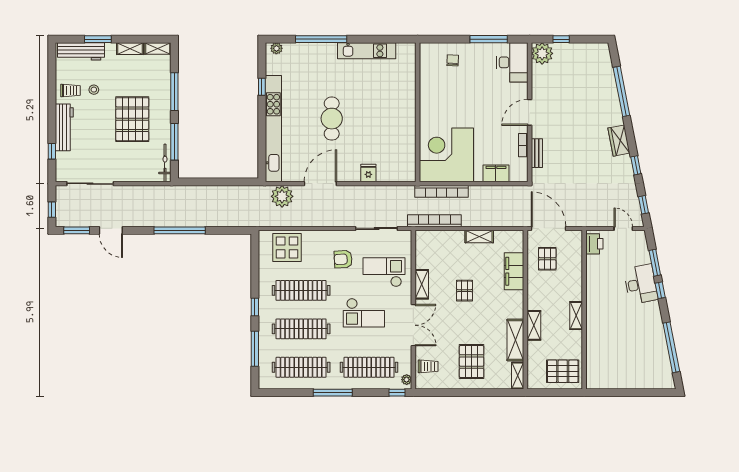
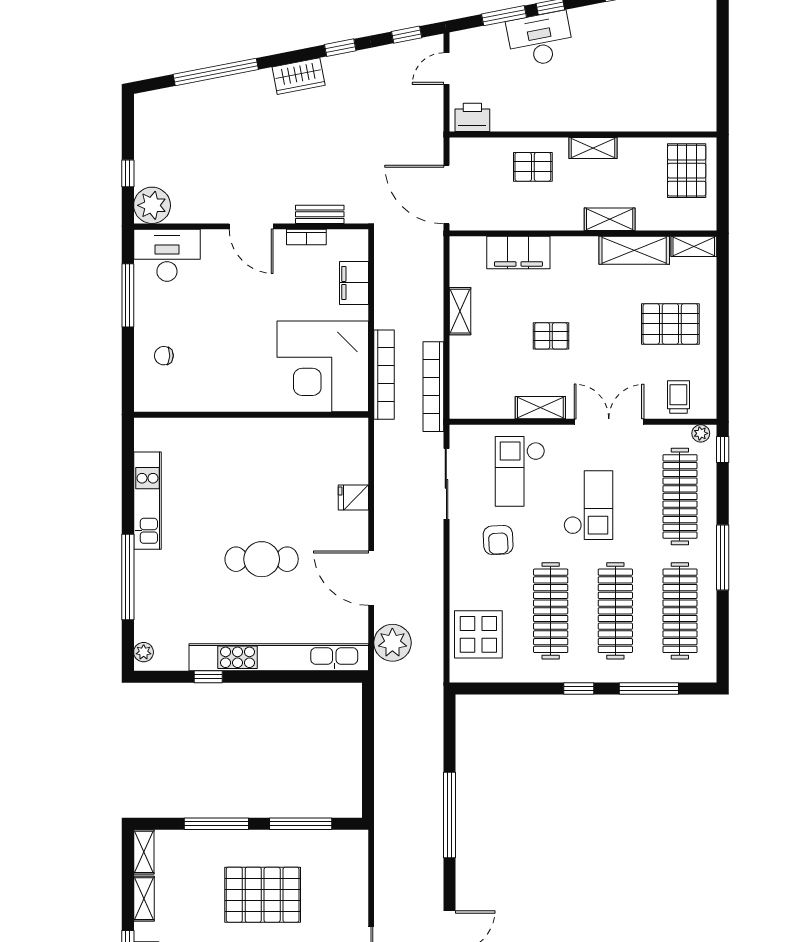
bicycle: (165, 163) -> (336, 840), removed
door: (548, 228) -> (446, 195), hinge flipped
pallet: (547, 259) -> (533, 167), moved

